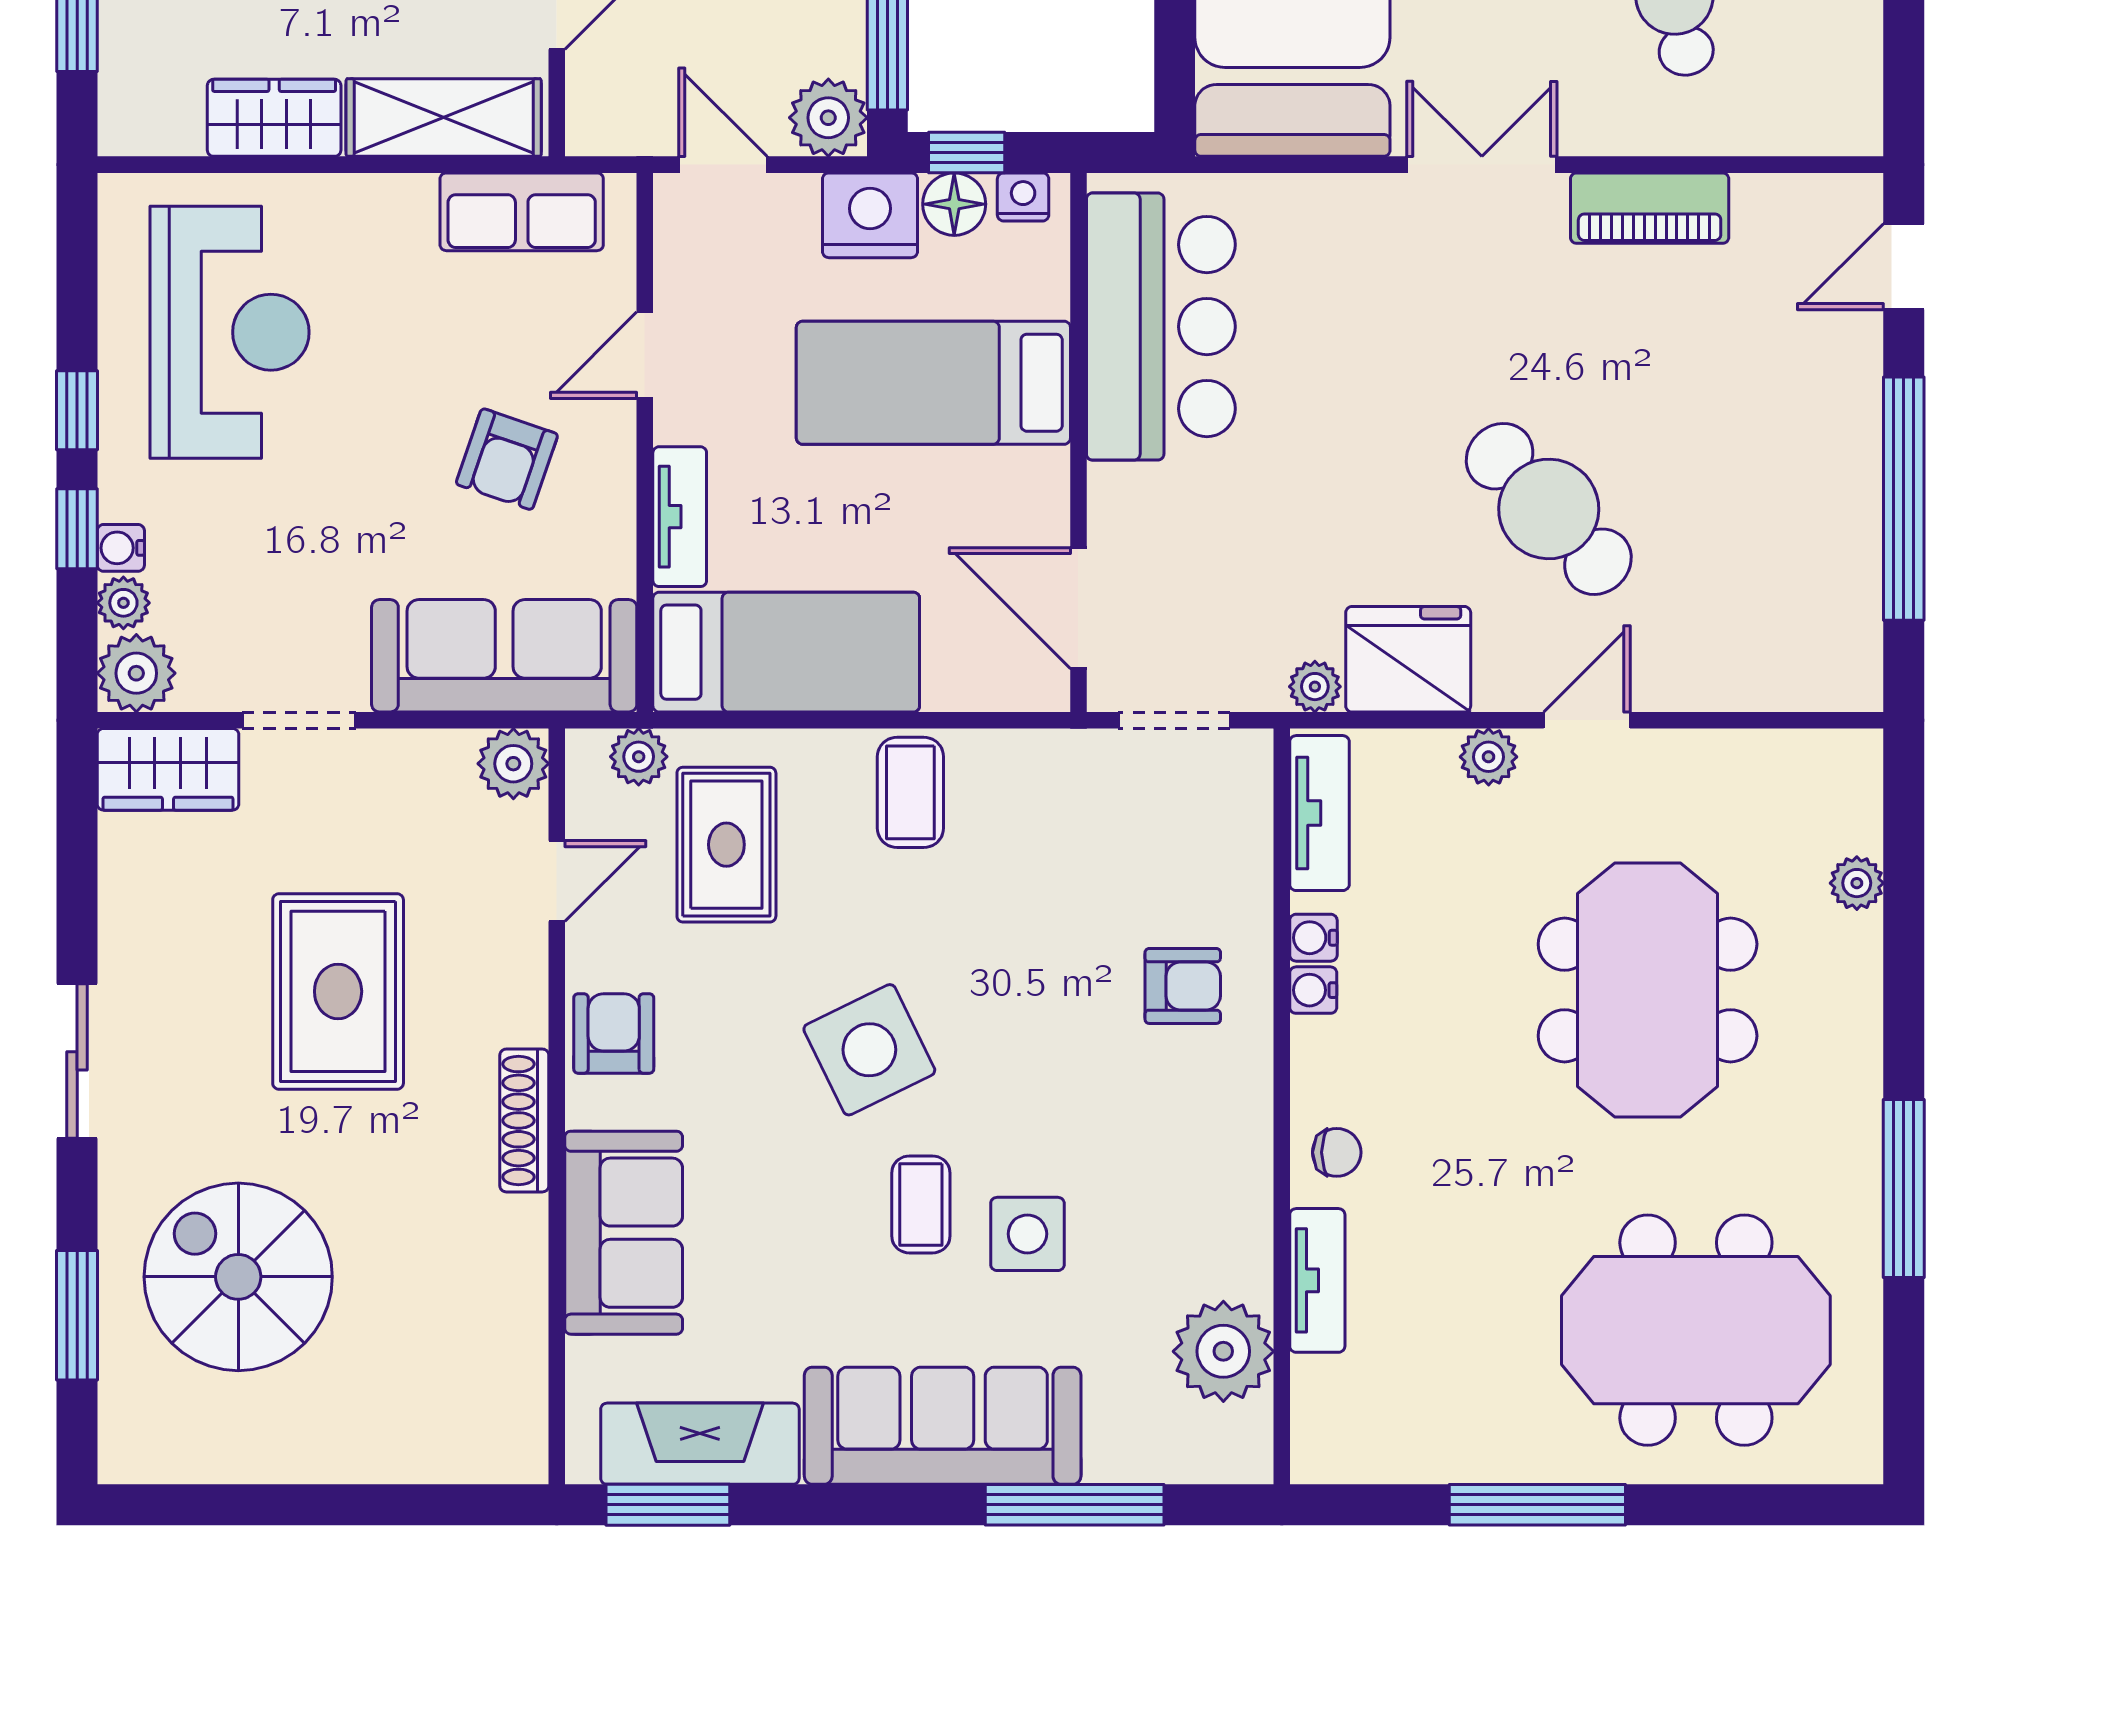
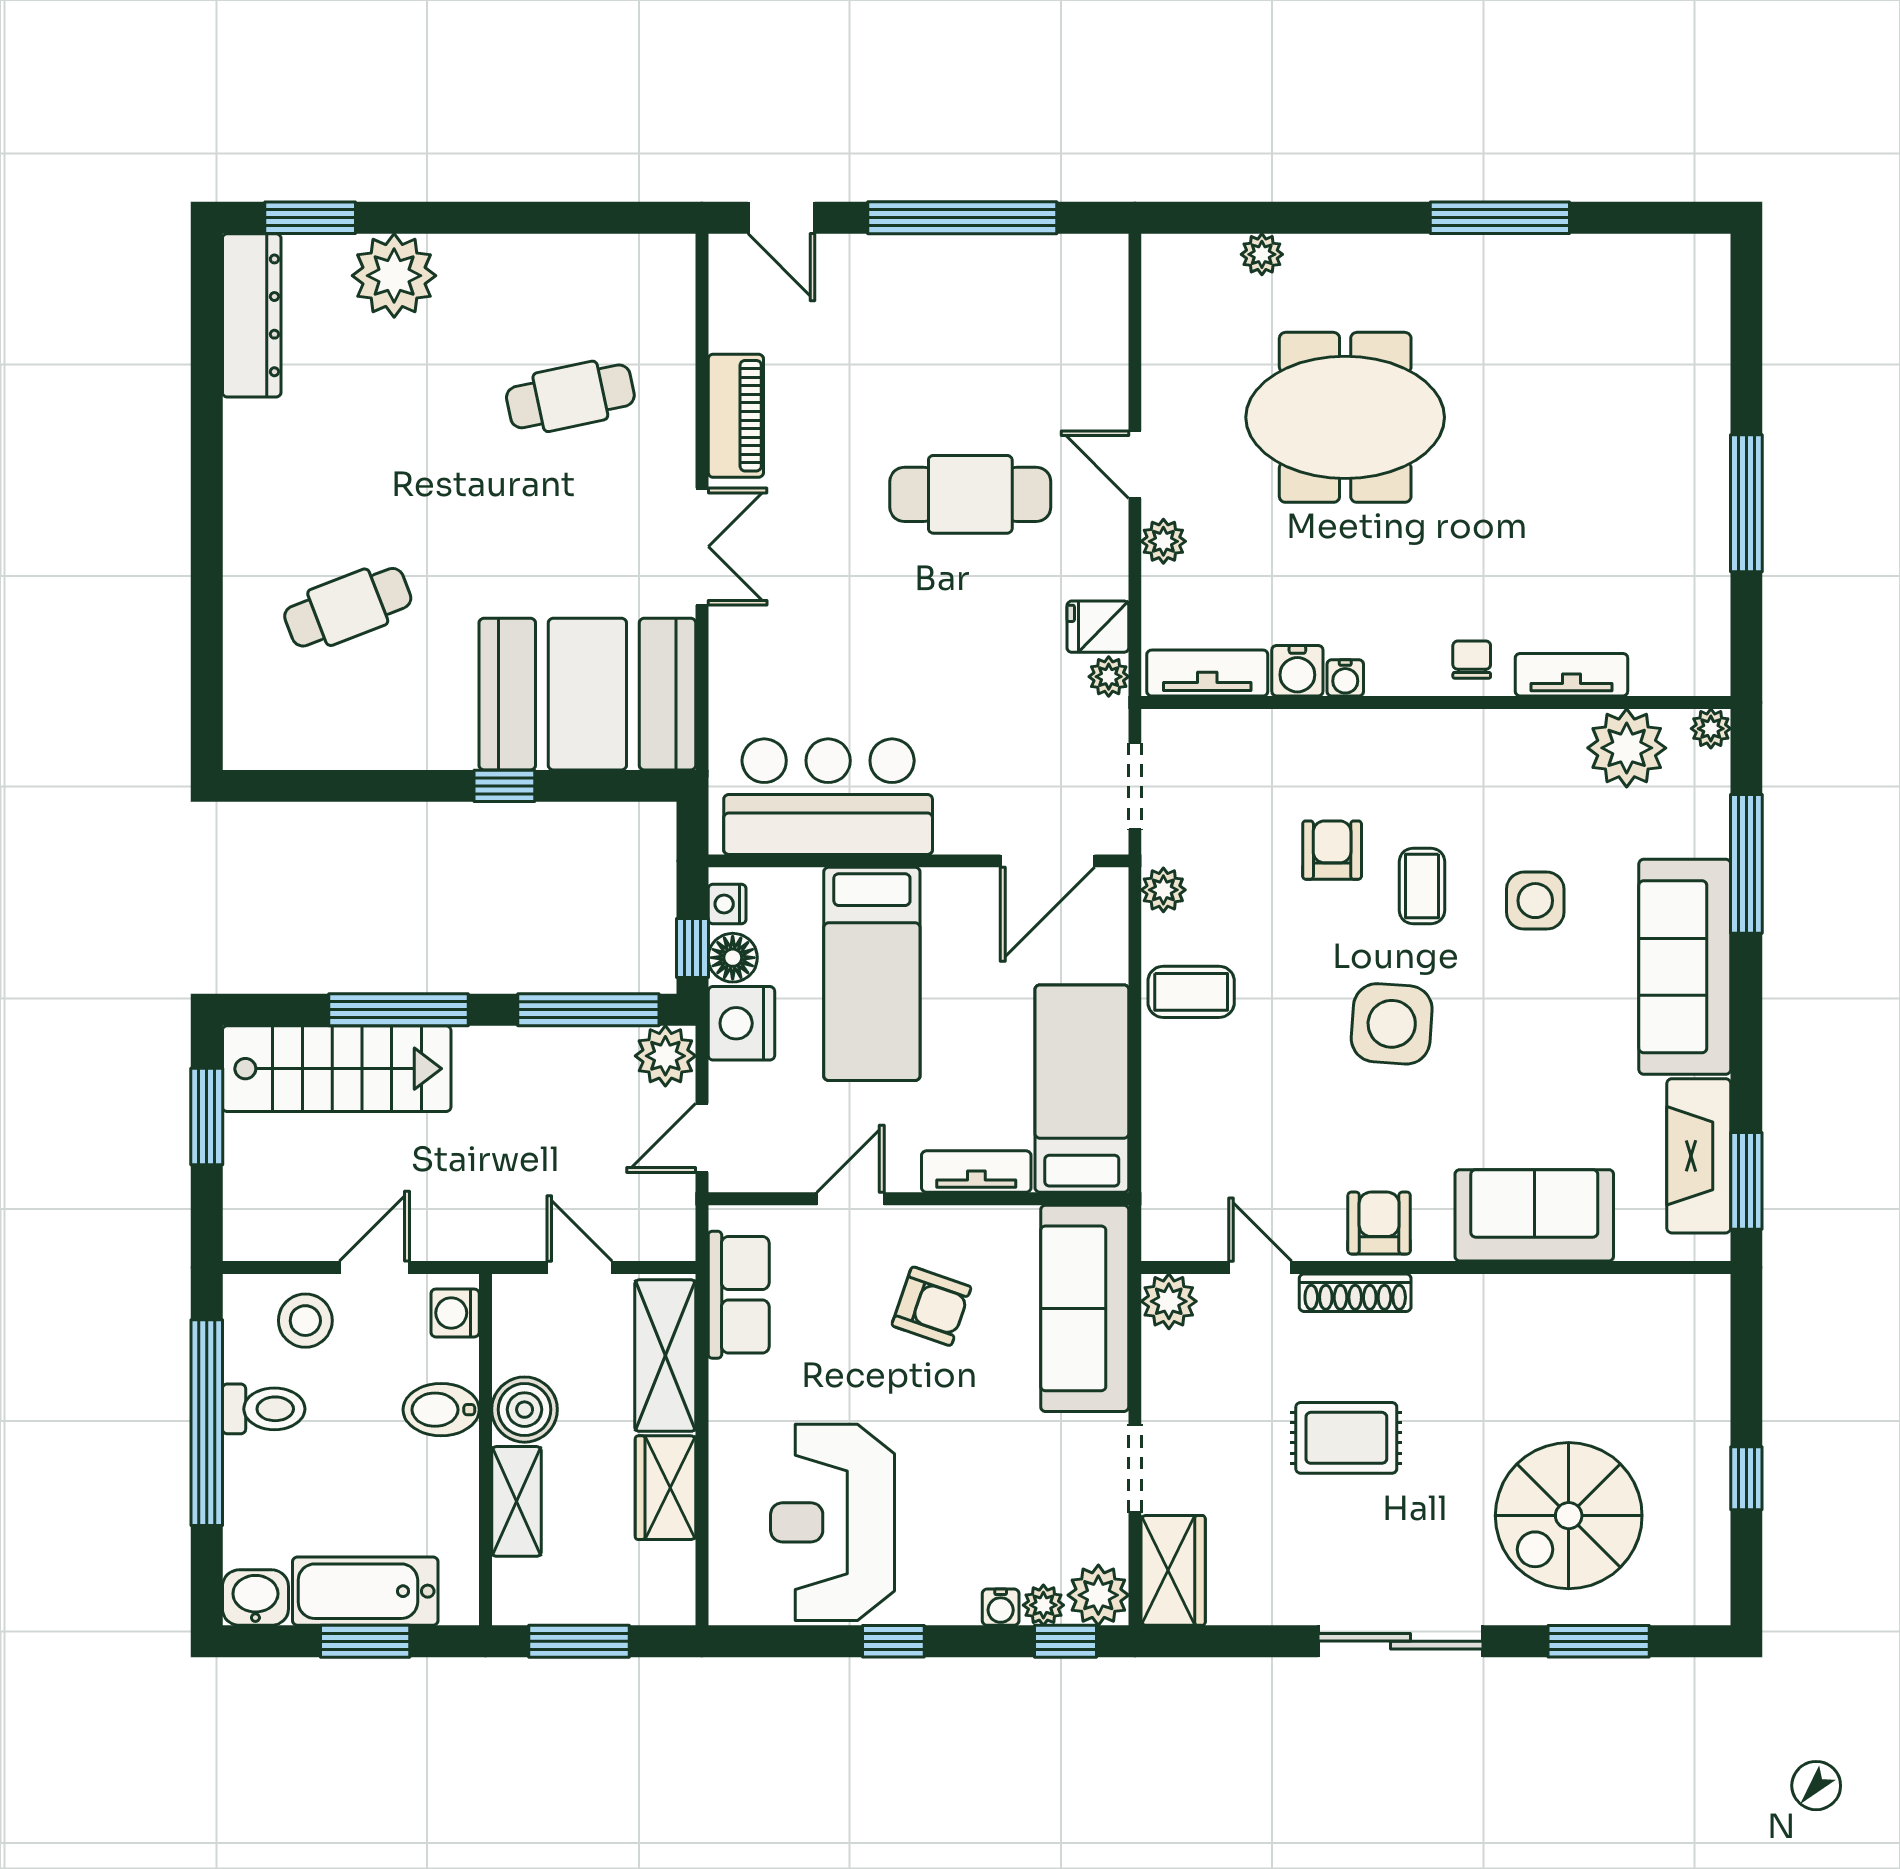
double door: (1482, 165) -> (702, 547), swing flipped
reception desk: (230, 332) -> (833, 1522), turned -90
door: (645, 355) -> (850, 1199), swing flipped
cafe table: (1549, 509) -> (970, 494), turned 43
window: (77, 529) -> (1066, 1641), moved
fridge: (1408, 659) -> (1098, 627), width x0.53, depth x0.75
plant: (639, 757) -> (1163, 890), moved
rug: (726, 845) -> (1232, 1135), removed
water cooler: (1313, 938) -> (1297, 671), width x1.38, depth x1.38
armchair: (1183, 986) -> (1332, 850), moved
rug: (338, 991) -> (1346, 1438), width x0.73, depth x0.70
armchair: (614, 1033) -> (1379, 1223), turned 90
side table: (869, 1050) -> (1392, 1024), turned 30
sliding door: (77, 1061) -> (1400, 1641), width x1.37
shoe rack: (524, 1120) -> (1355, 1293), moved
coffee table: (921, 1204) -> (1422, 886), moved, turned 90
meeting table: (1696, 1330) -> (1610, 380), removed
plant: (1248, 1459) -> (1711, 729), added
window: (286, 1505) -> (1746, 1478), added

